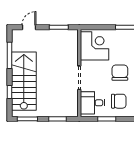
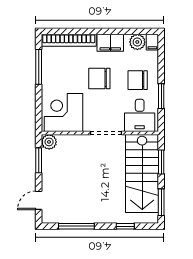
door: (29, 27) -> (39, 200), hinge flipped
plant: (73, 35) -> (49, 142), added
stairs: (24, 81) -> (142, 173), moved, turned -90
chair: (119, 101) -> (138, 80), turned -90

